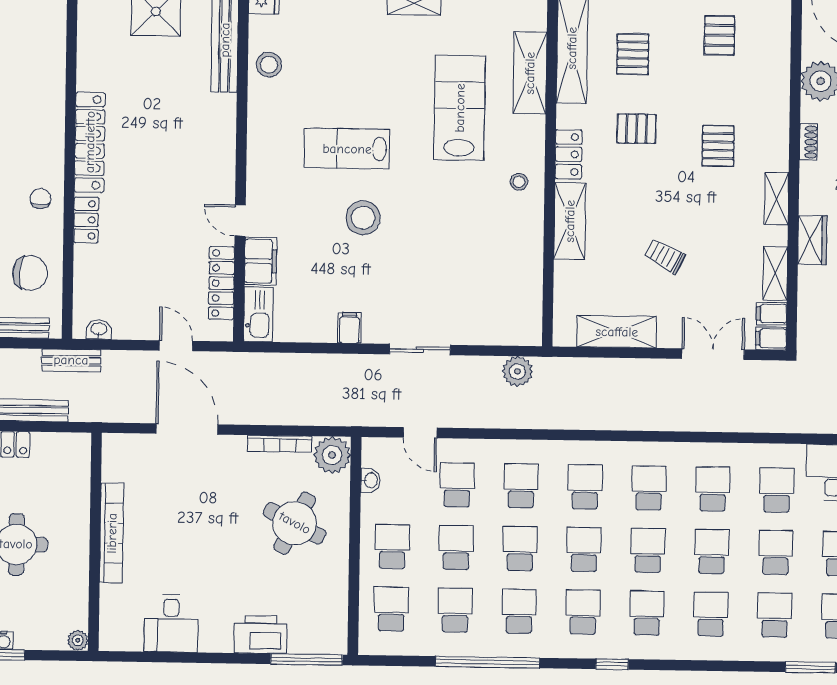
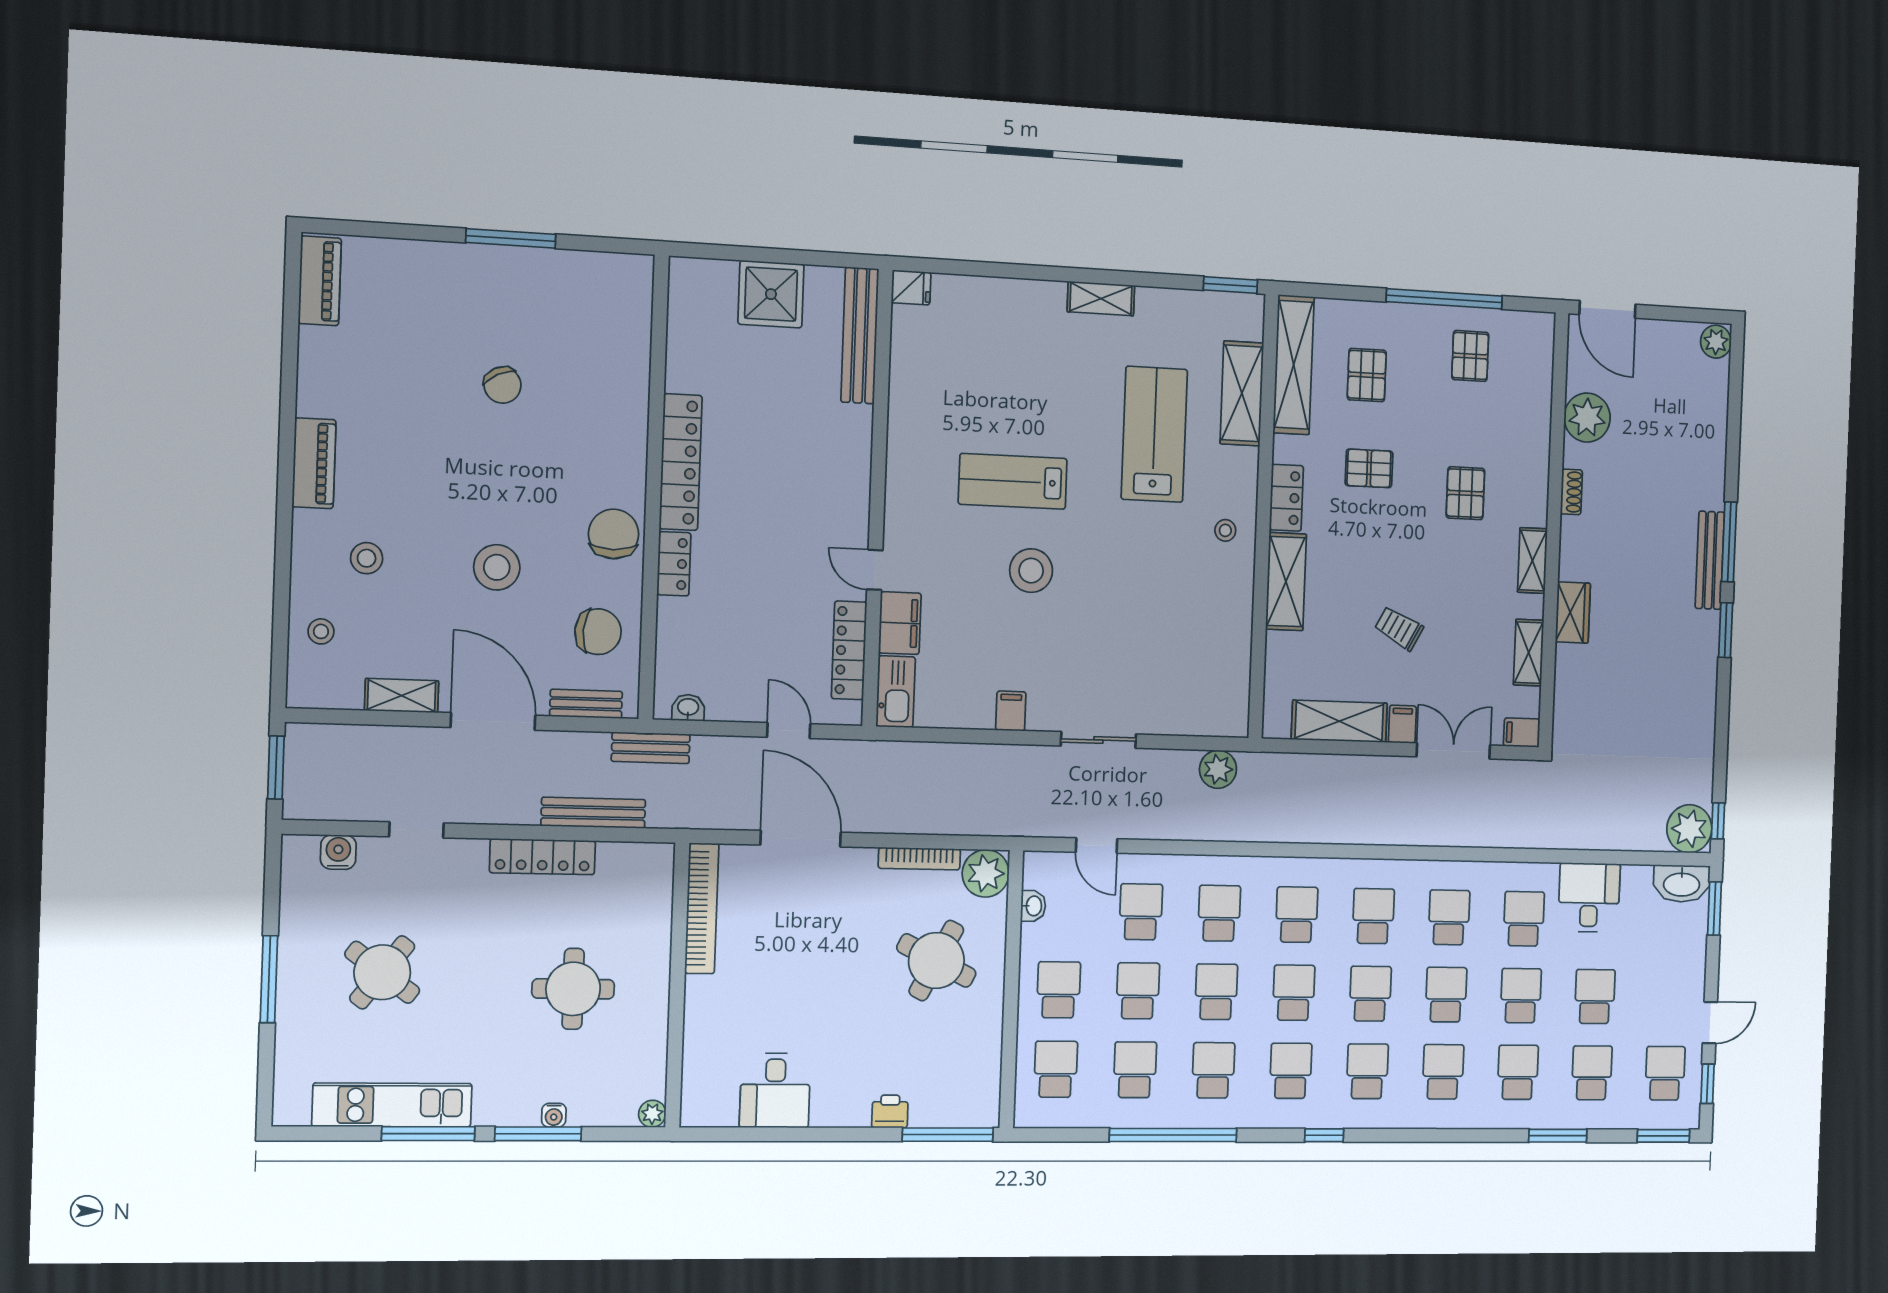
stool: (269, 65) -> (916, 370), removed
chair: (40, 199) -> (614, 534), width x1.87, depth x1.87
filing cabinet: (772, 314) -> (1402, 724), moved, turned 90
bookcase: (112, 533) -> (702, 908), moved
printer: (261, 635) -> (890, 1111), width x0.53, depth x0.68

